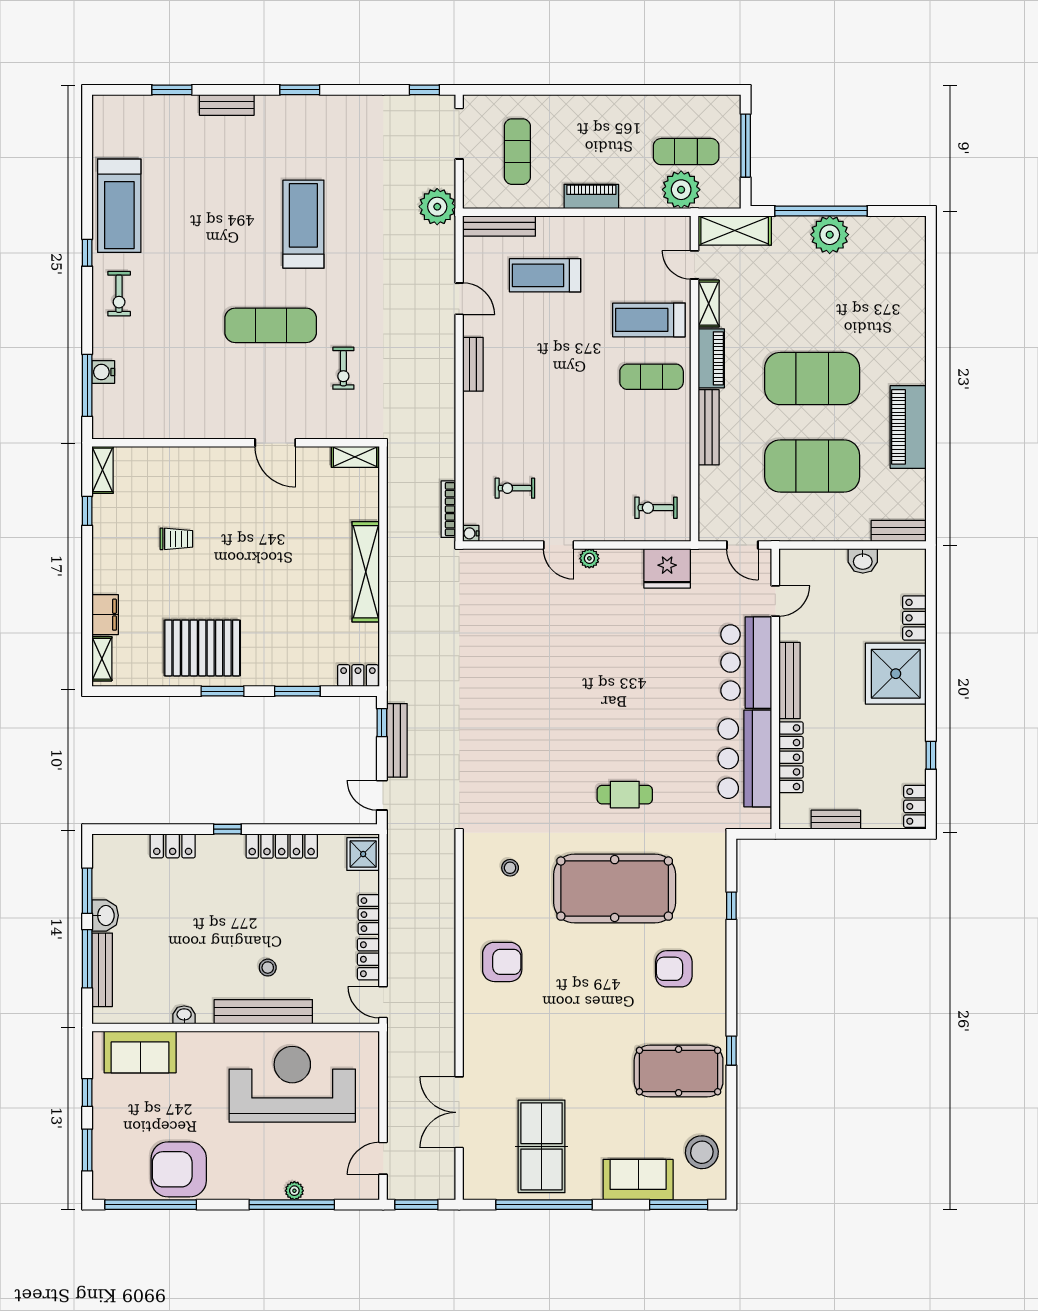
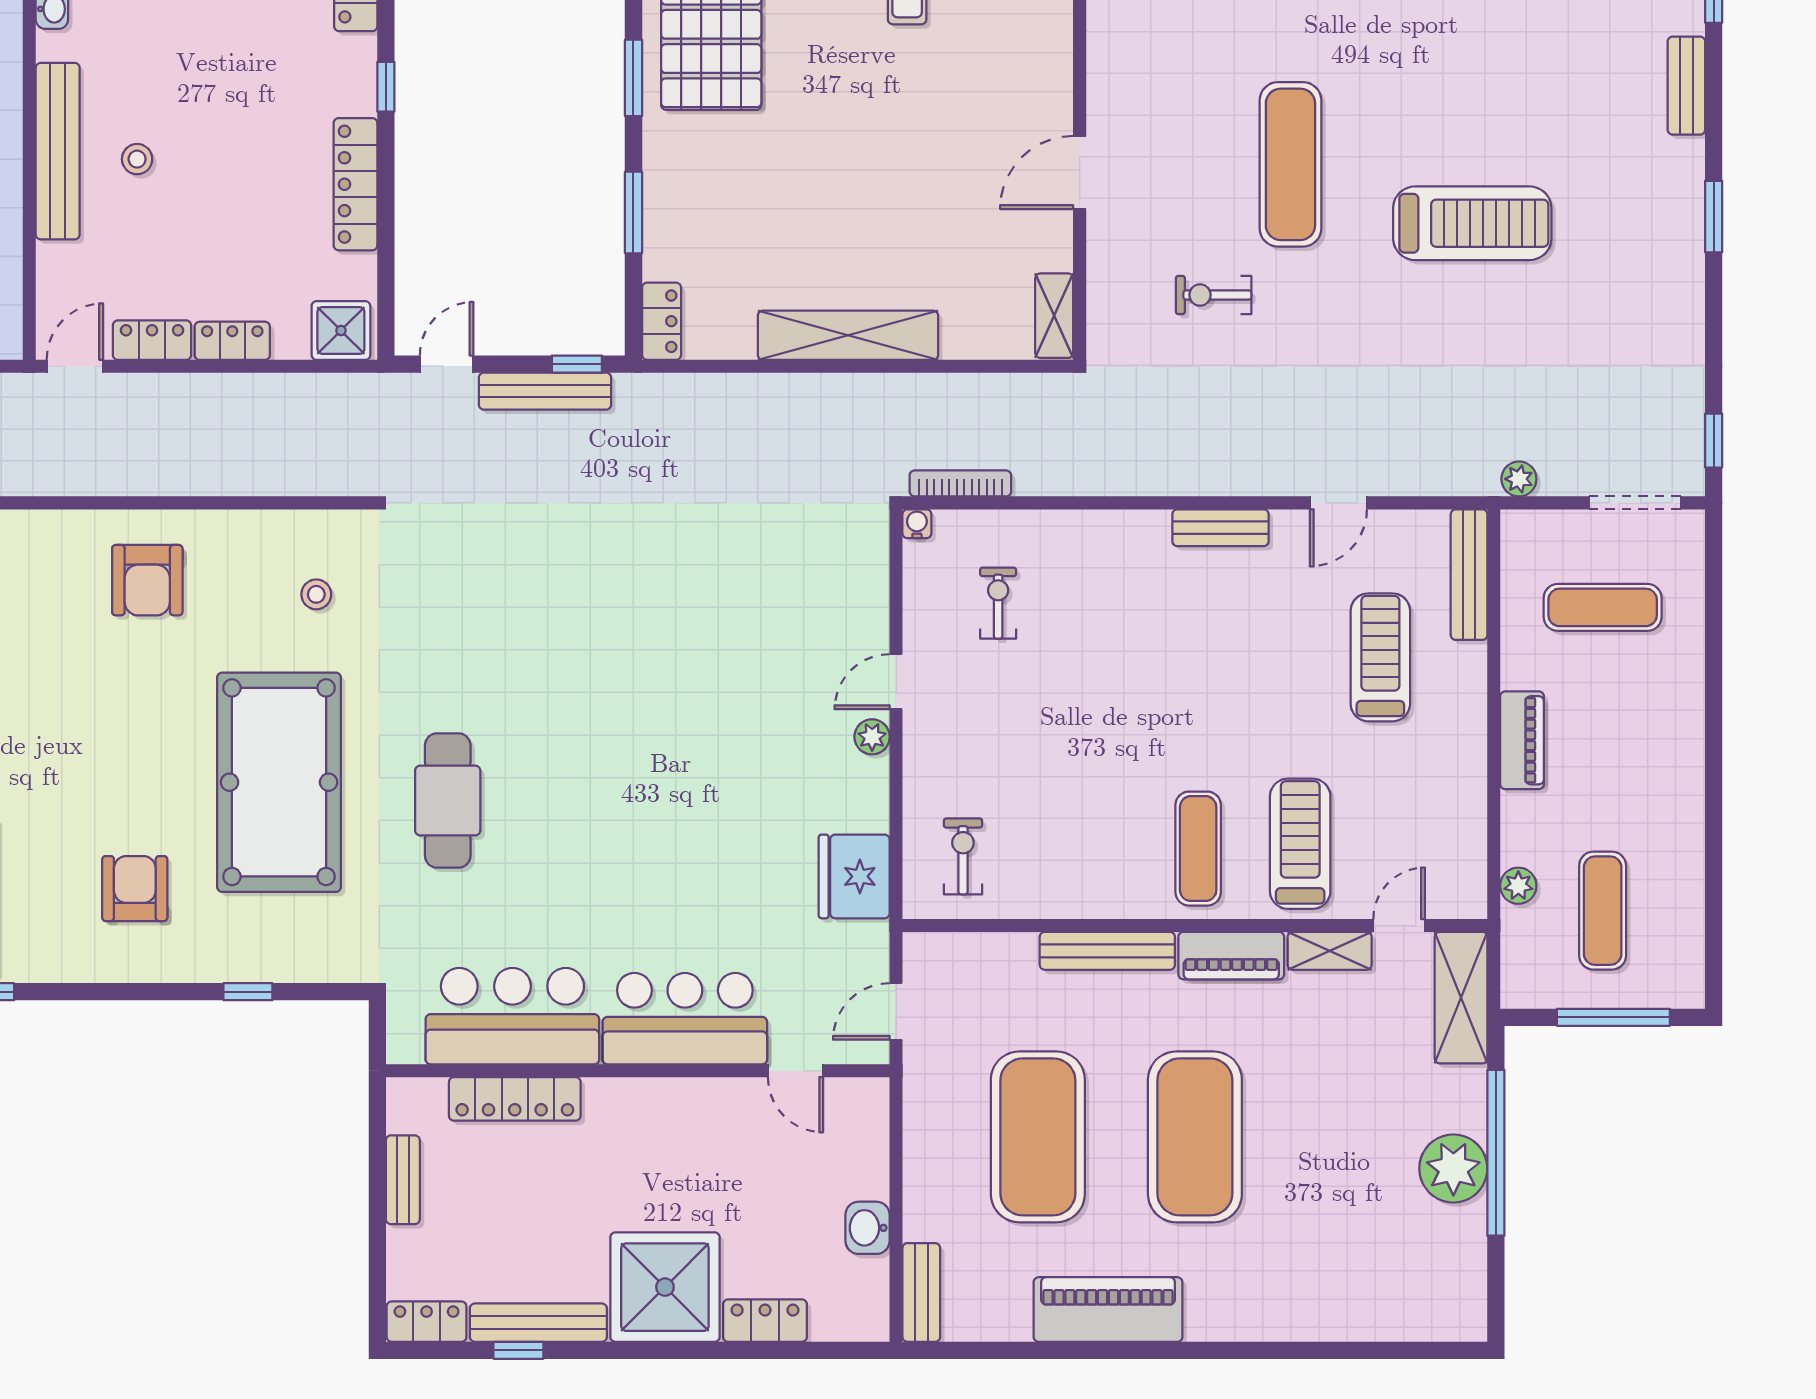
plant: (681, 190) -> (1518, 886), width x0.53, depth x0.53
plant: (437, 207) -> (1519, 479), width x0.53, depth x0.53
bench: (790, 681) -> (538, 1323), moved
cafe table: (625, 795) -> (448, 801), width x1.37, depth x1.35

